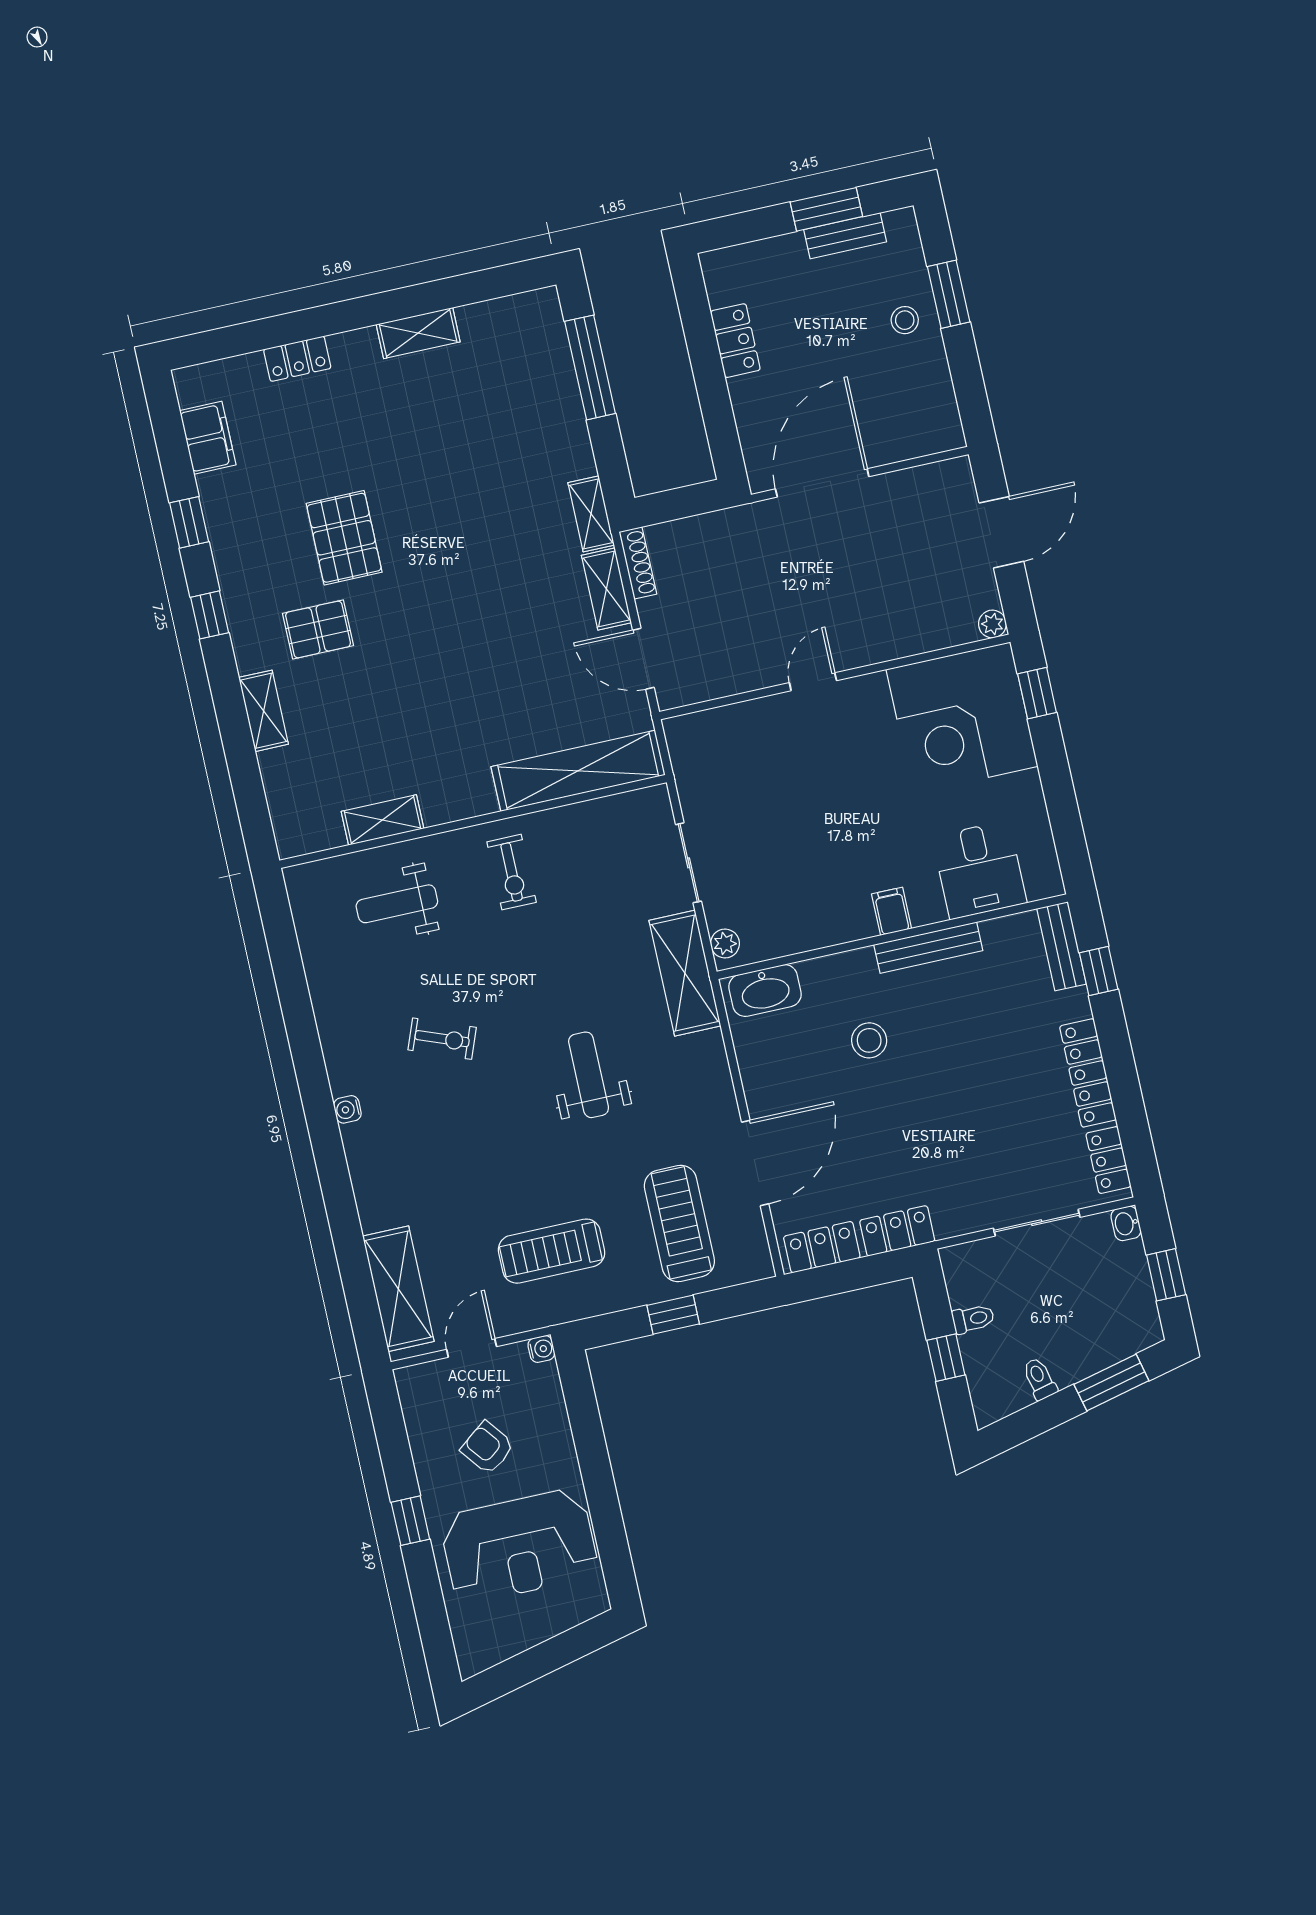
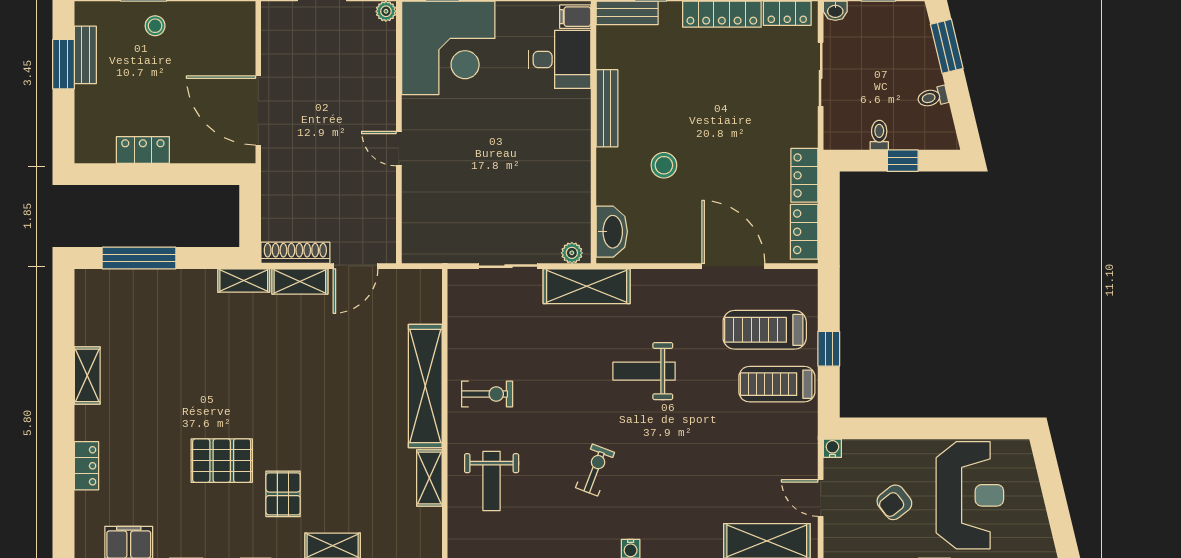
shoe rack: (638, 563) -> (295, 253), width x1.36, depth x1.24
shelving: (578, 771) -> (425, 386), moved
filing cabinet: (892, 911) -> (575, 17), moved
treadmill: (552, 1251) -> (777, 384), moved, turned 90

